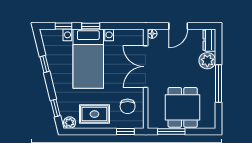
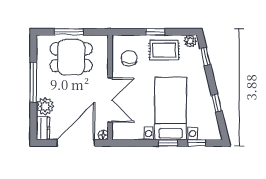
door: (178, 26) -> (76, 143), width x1.88
dining table: (183, 107) -> (71, 57), turned 90
window: (125, 131) -> (155, 32), moved
window: (171, 131) -> (69, 32), moved

